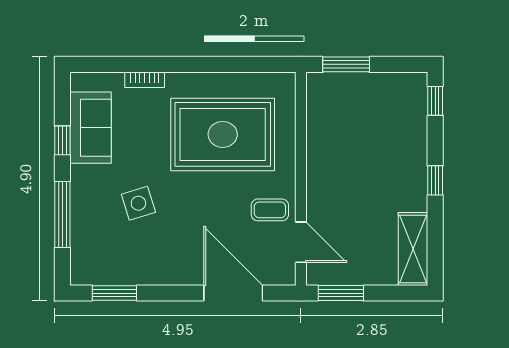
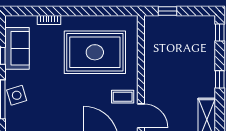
window: (346, 64) -> (167, 11), width x0.67
side table: (138, 203) -> (17, 95), moved

